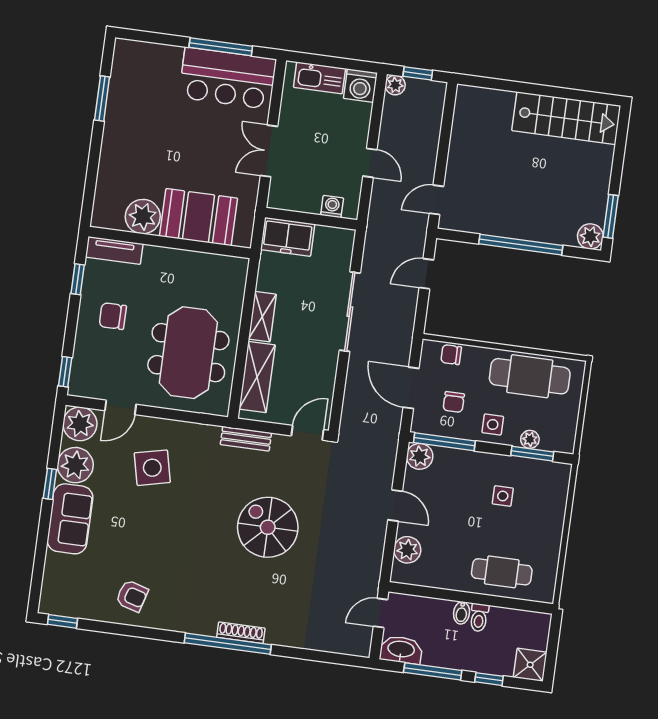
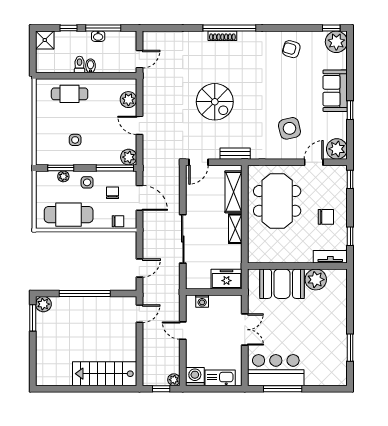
stairs: (566, 118) -> (105, 374), moved
plant: (75, 465) -> (336, 42), moved
washbasin: (401, 650) -> (98, 36), moved, width x0.52, depth x0.69

